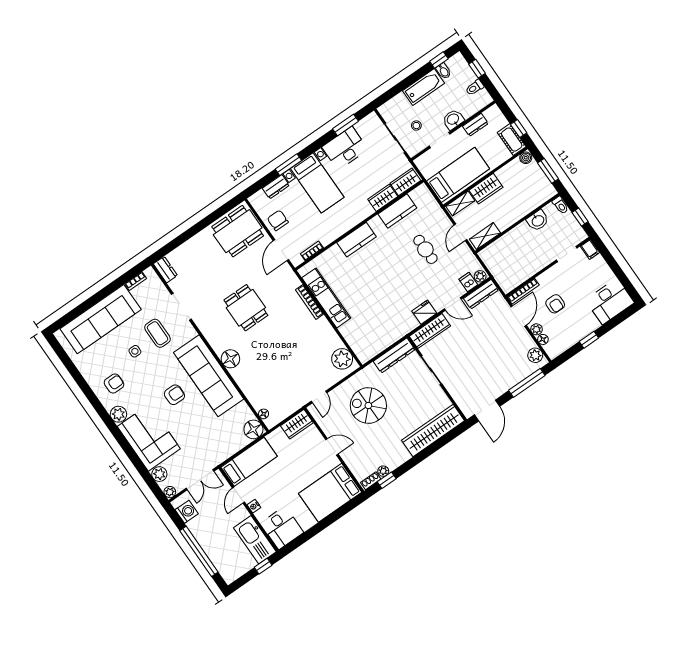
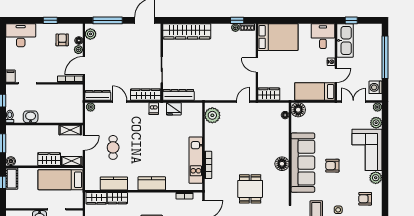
dresser: (475, 125) -> (28, 203), removed
dishwasher: (468, 282) -> (154, 109), moved
armchair: (555, 304) -> (62, 40), moved
fridge: (424, 312) -> (174, 109), moved
spiral stairs: (368, 405) -> (216, 75), removed

